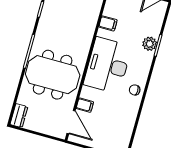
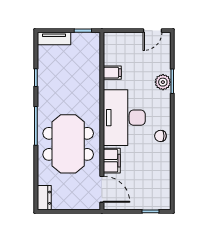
meeting table: (53, 75) -> (68, 144), turned 90
filing cabinet: (85, 105) -> (112, 161), width x2.00

